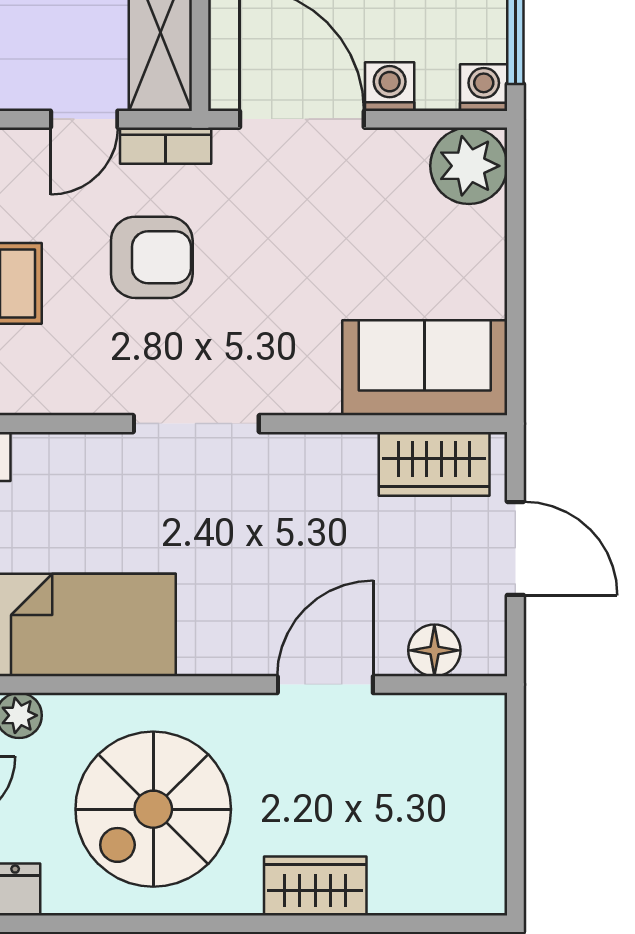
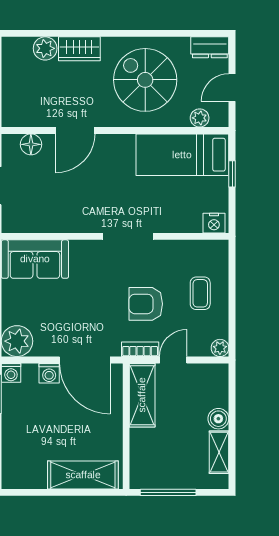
wardrobe: (434, 464) -> (31, 220), removed
spiral stairs: (153, 809) -> (145, 80), turned -90
plant: (400, 887) -> (45, 48), added

